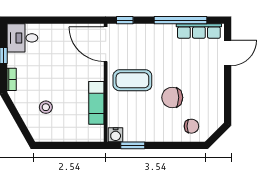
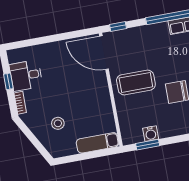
desk: (22, 38) -> (26, 75), moved
exam couch: (96, 103) -> (98, 143), moved, turned 90
water cooler: (116, 135) -> (151, 134), moved

